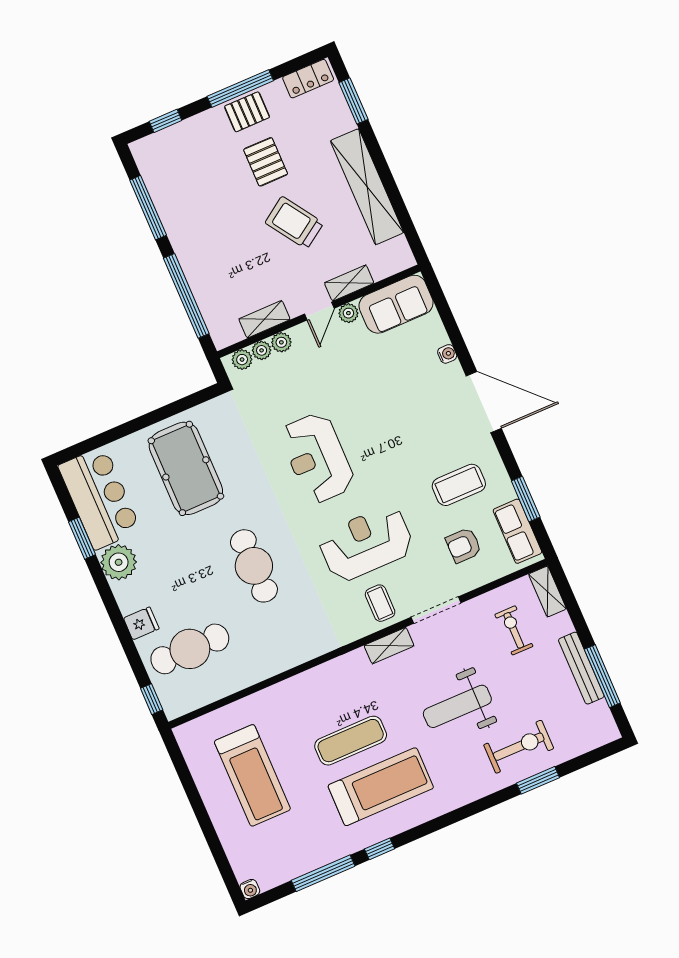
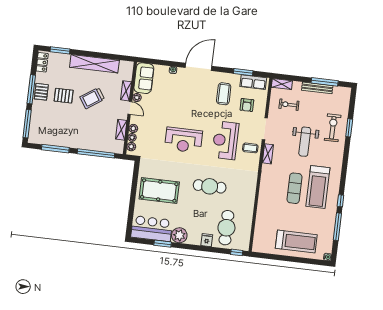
window: (165, 121) -> (27, 124), width x2.17
treadmill: (252, 775) -> (296, 241), moved
treadmill: (381, 787) -> (318, 187), turned 180

